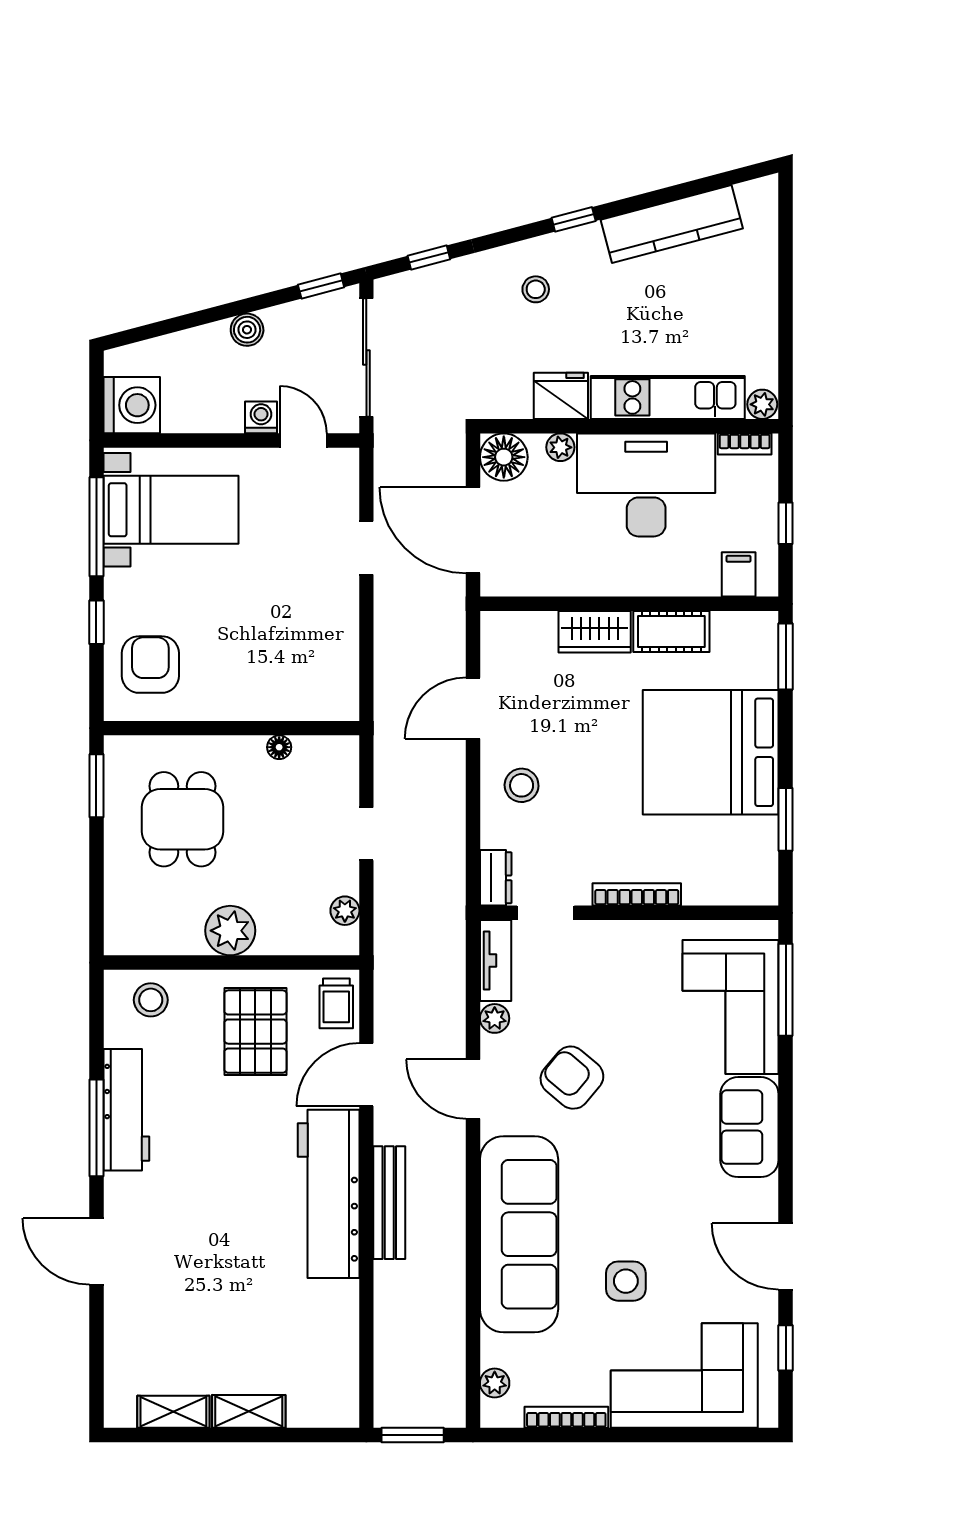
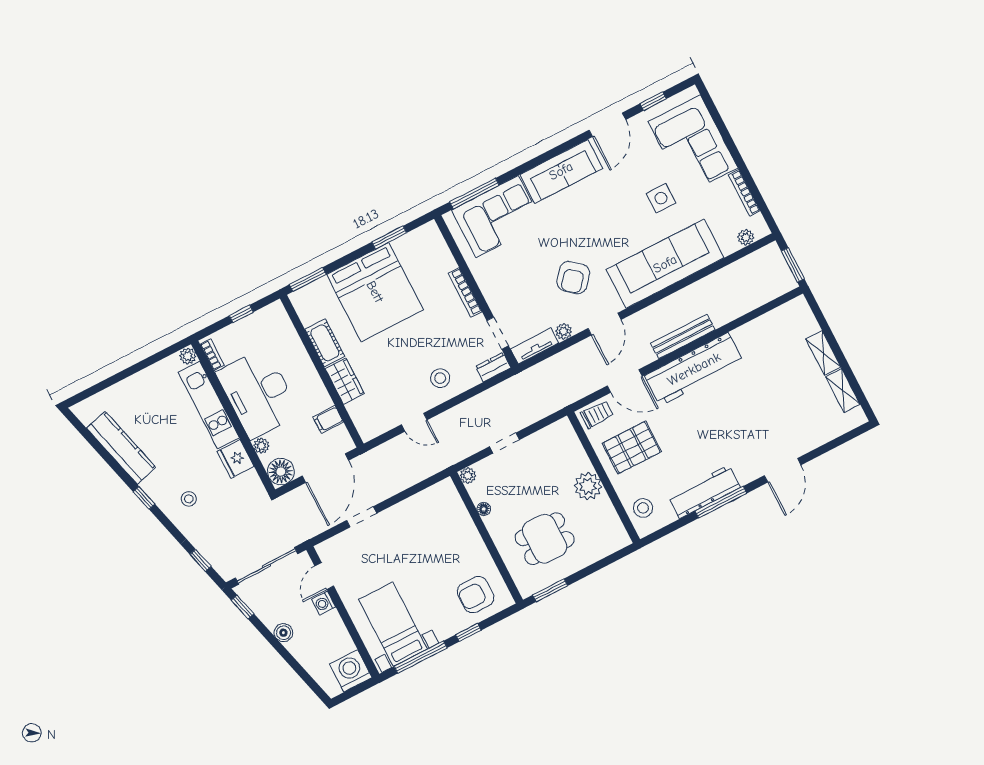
filing cabinet: (739, 574) -> (328, 420), moved
door: (473, 708) -> (414, 422), width x0.73
plant: (345, 911) -> (468, 476), moved
sofa: (749, 1127) -> (561, 171), width x1.36

